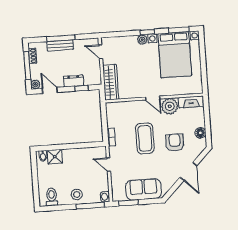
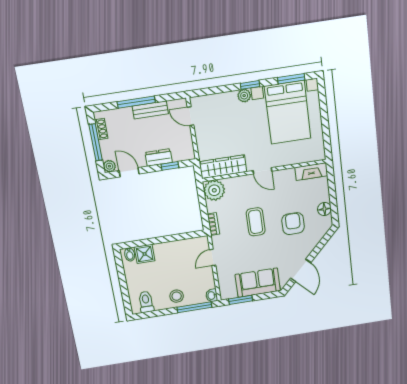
bench: (60, 45) -> (150, 110), moved
wardrobe: (111, 82) -> (223, 167), moved, turned -90
plant: (170, 106) -> (214, 190), moved
coffee table: (145, 138) -> (256, 222), width x0.73, depth x0.76
door: (108, 165) -> (213, 257), hinge flipped
door: (188, 171) -> (301, 270), moved

